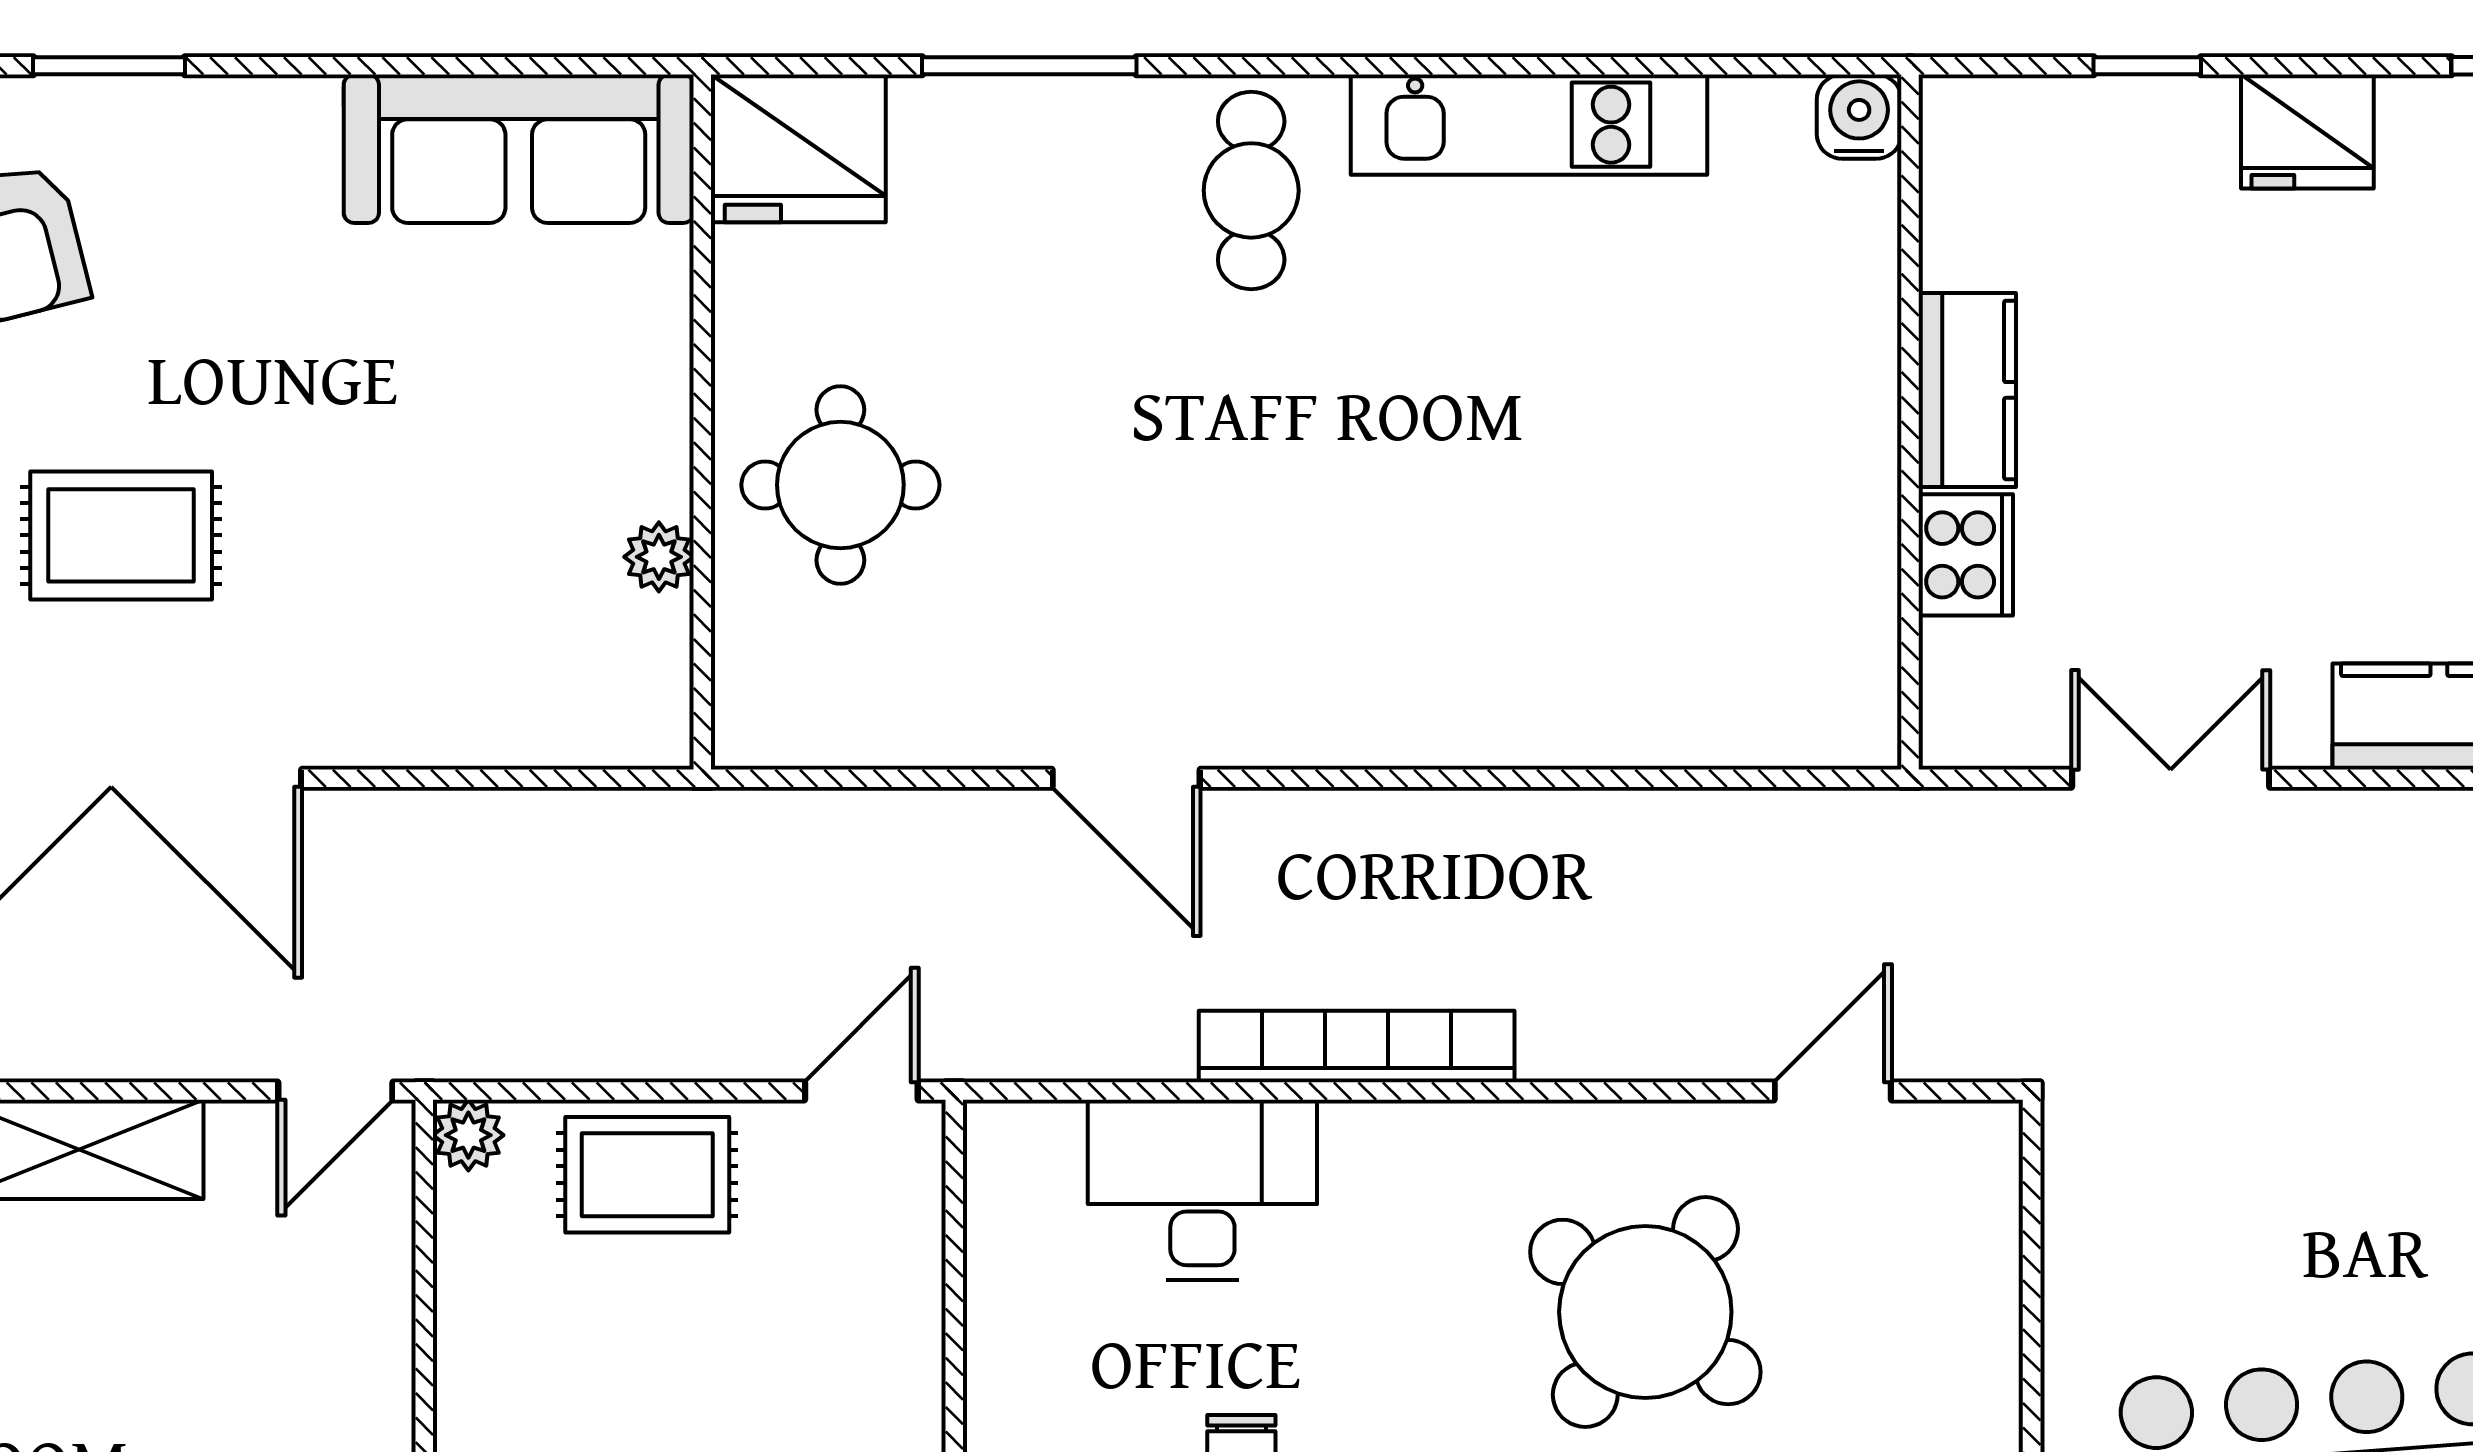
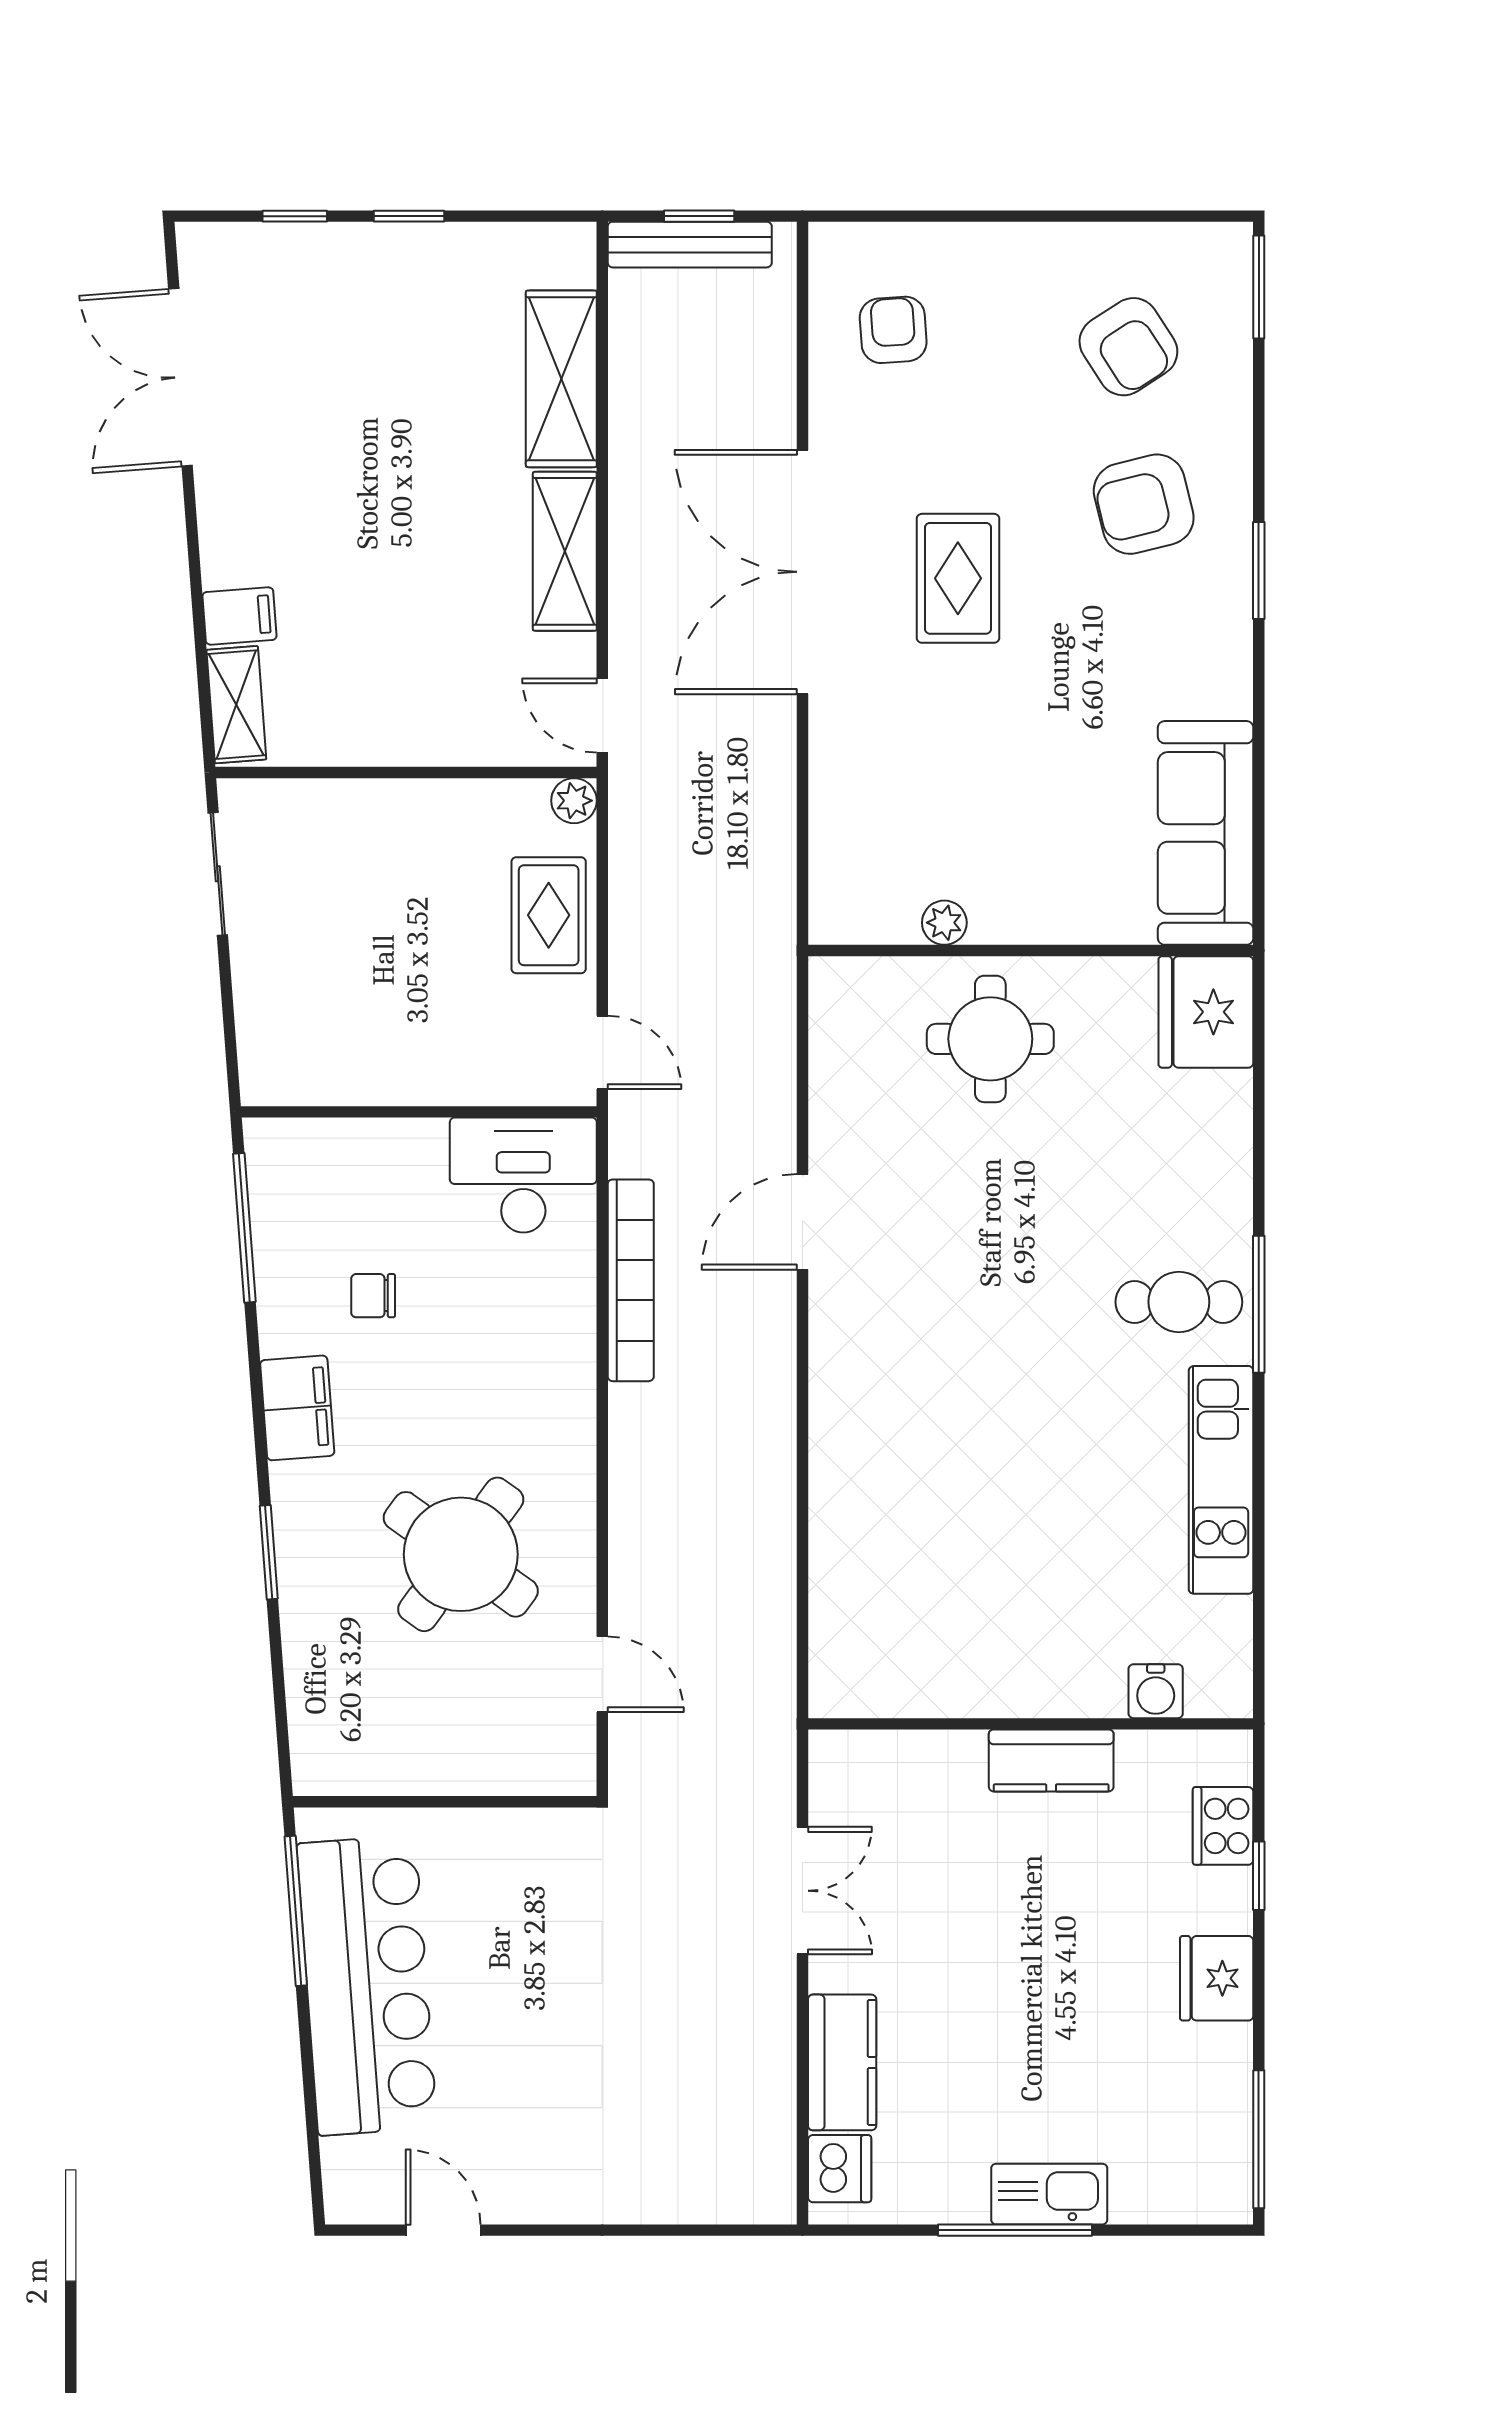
window: (1029, 66) -> (1259, 1304), moved
water cooler: (1859, 117) -> (1156, 1691), moved, turned 90
cooker: (1966, 555) -> (1223, 1826), moved, turned 90
bookcase: (1357, 1047) -> (631, 1280), moved
desk: (1202, 1190) -> (523, 1175), moved, turned -90

